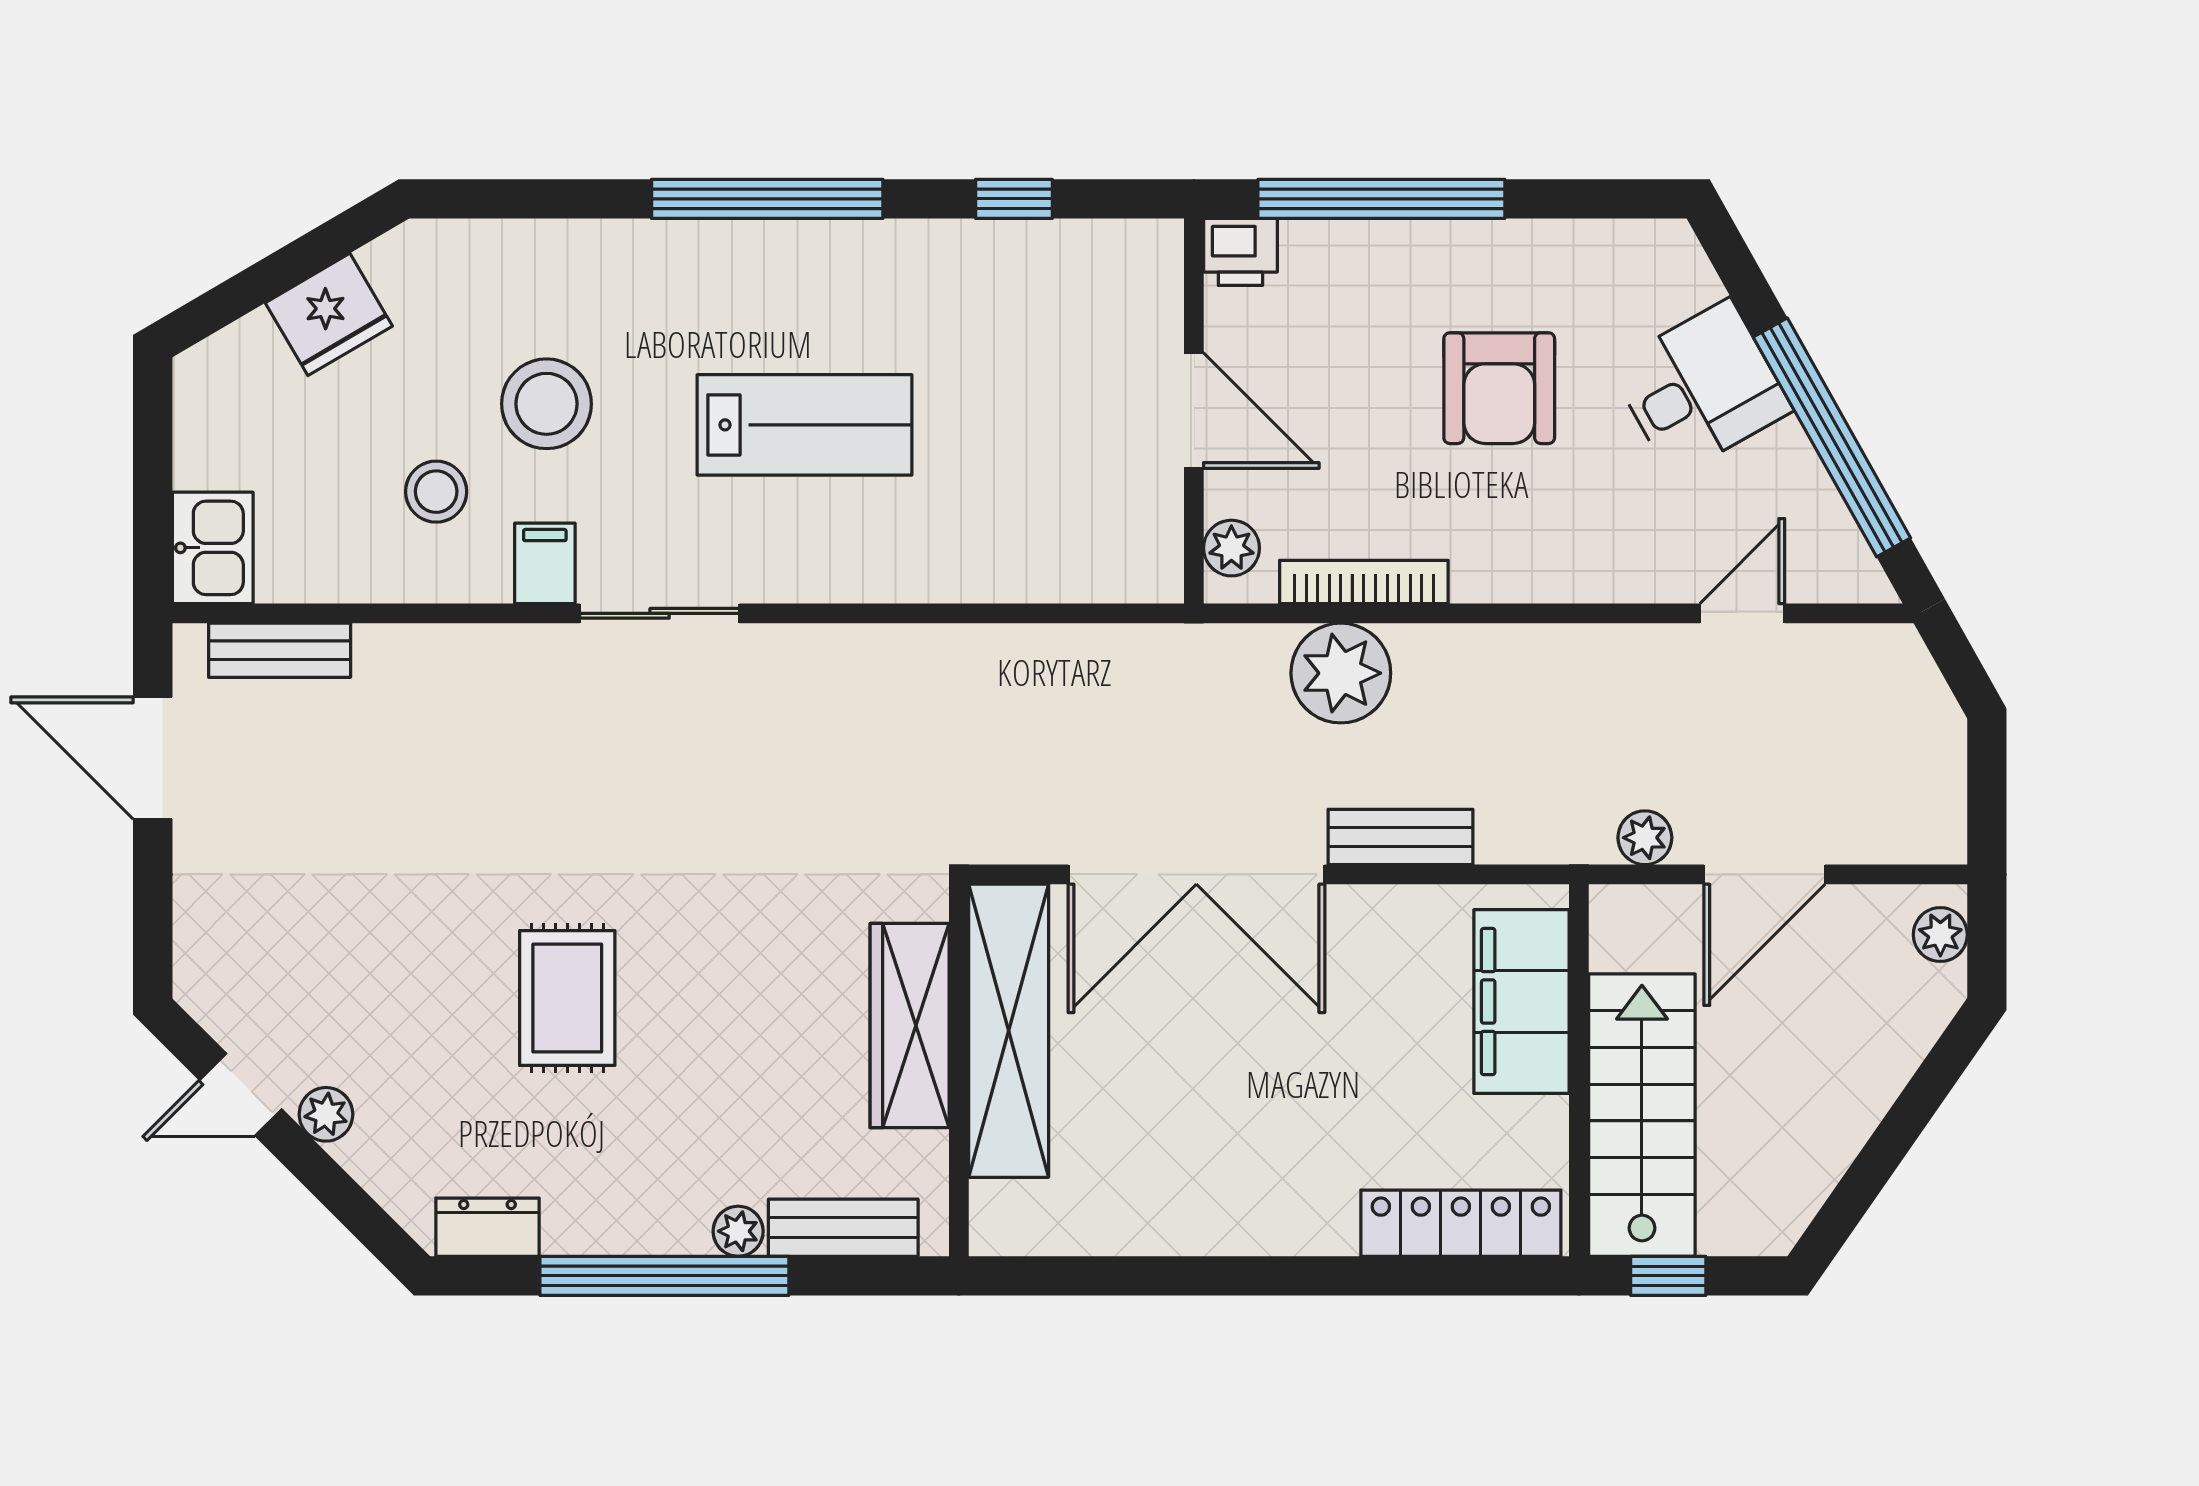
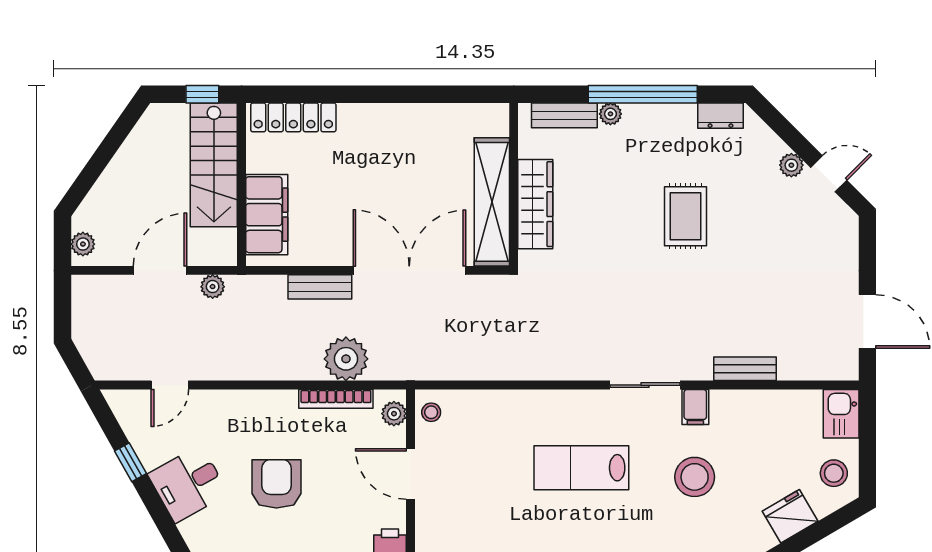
window: (1832, 437) -> (131, 462), width x0.32
stool: (436, 492) -> (834, 473), moved
stool: (1147, 551) -> (431, 412), added
bench: (280, 650) -> (745, 369), moved

